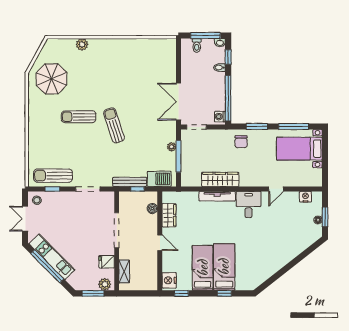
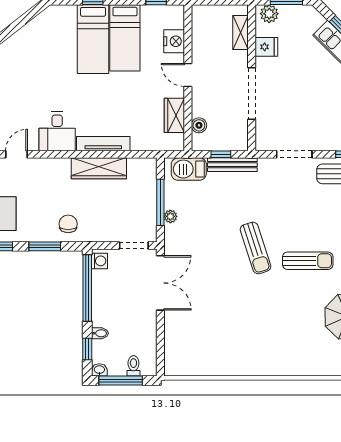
plant: (82, 44) -> (303, 367), removed
nightstand: (169, 280) -> (174, 41), moved

